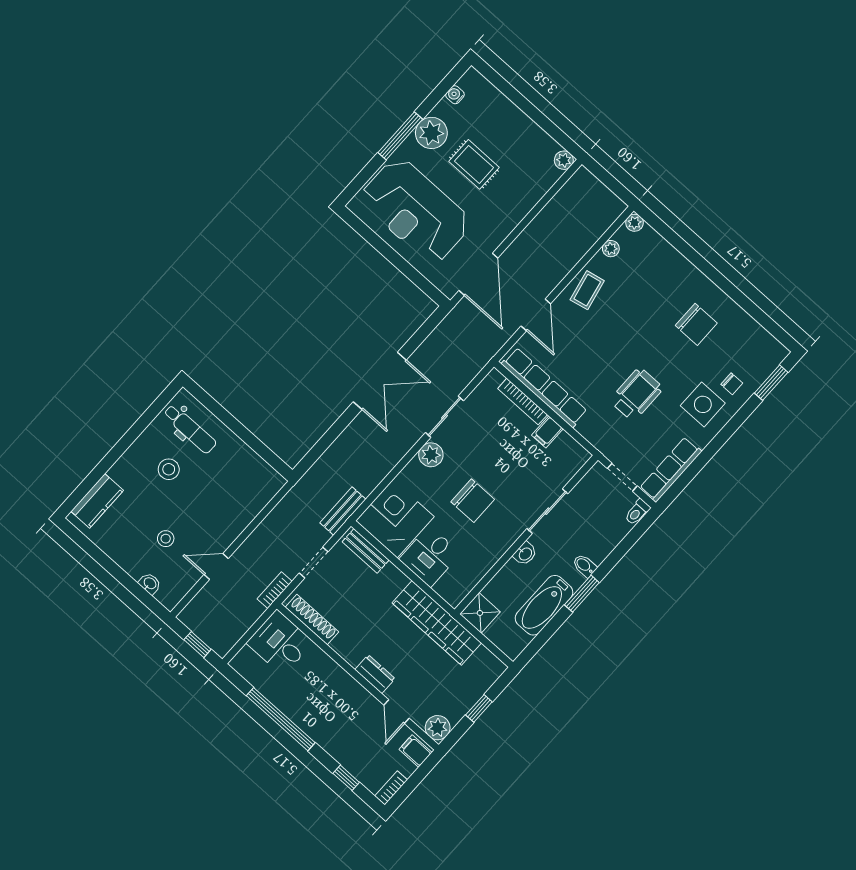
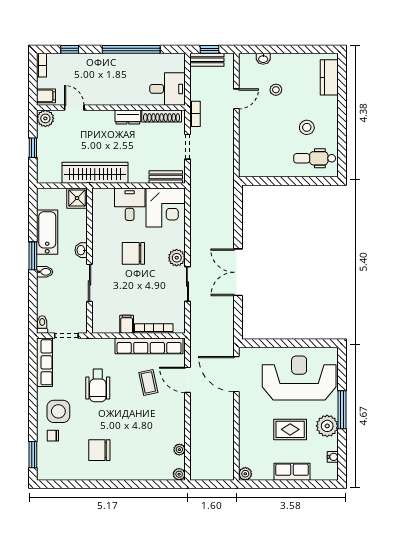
row of seats: (512, 118) -> (292, 472), added
coffee table: (587, 290) -> (148, 382), moved
bench: (343, 511) -> (207, 60), moved, turned 90
dresser: (375, 674) -> (128, 117), moved

